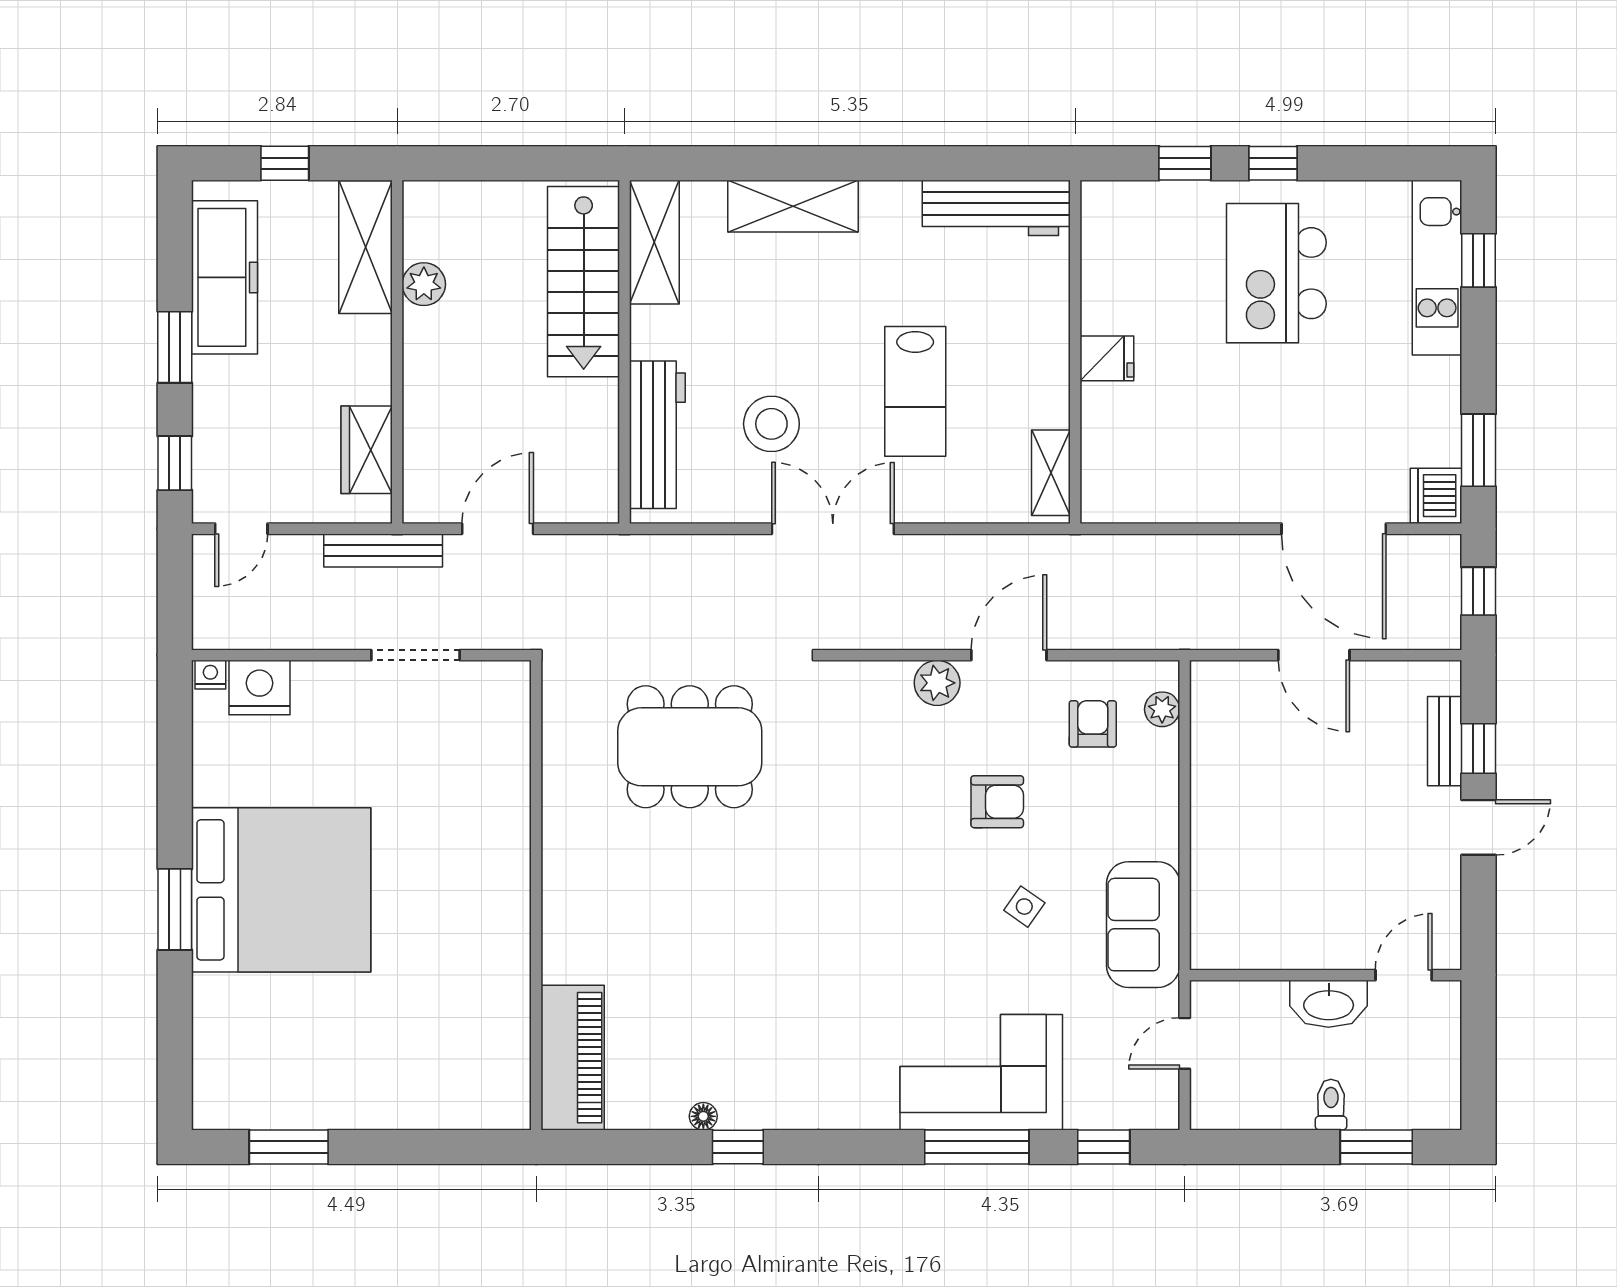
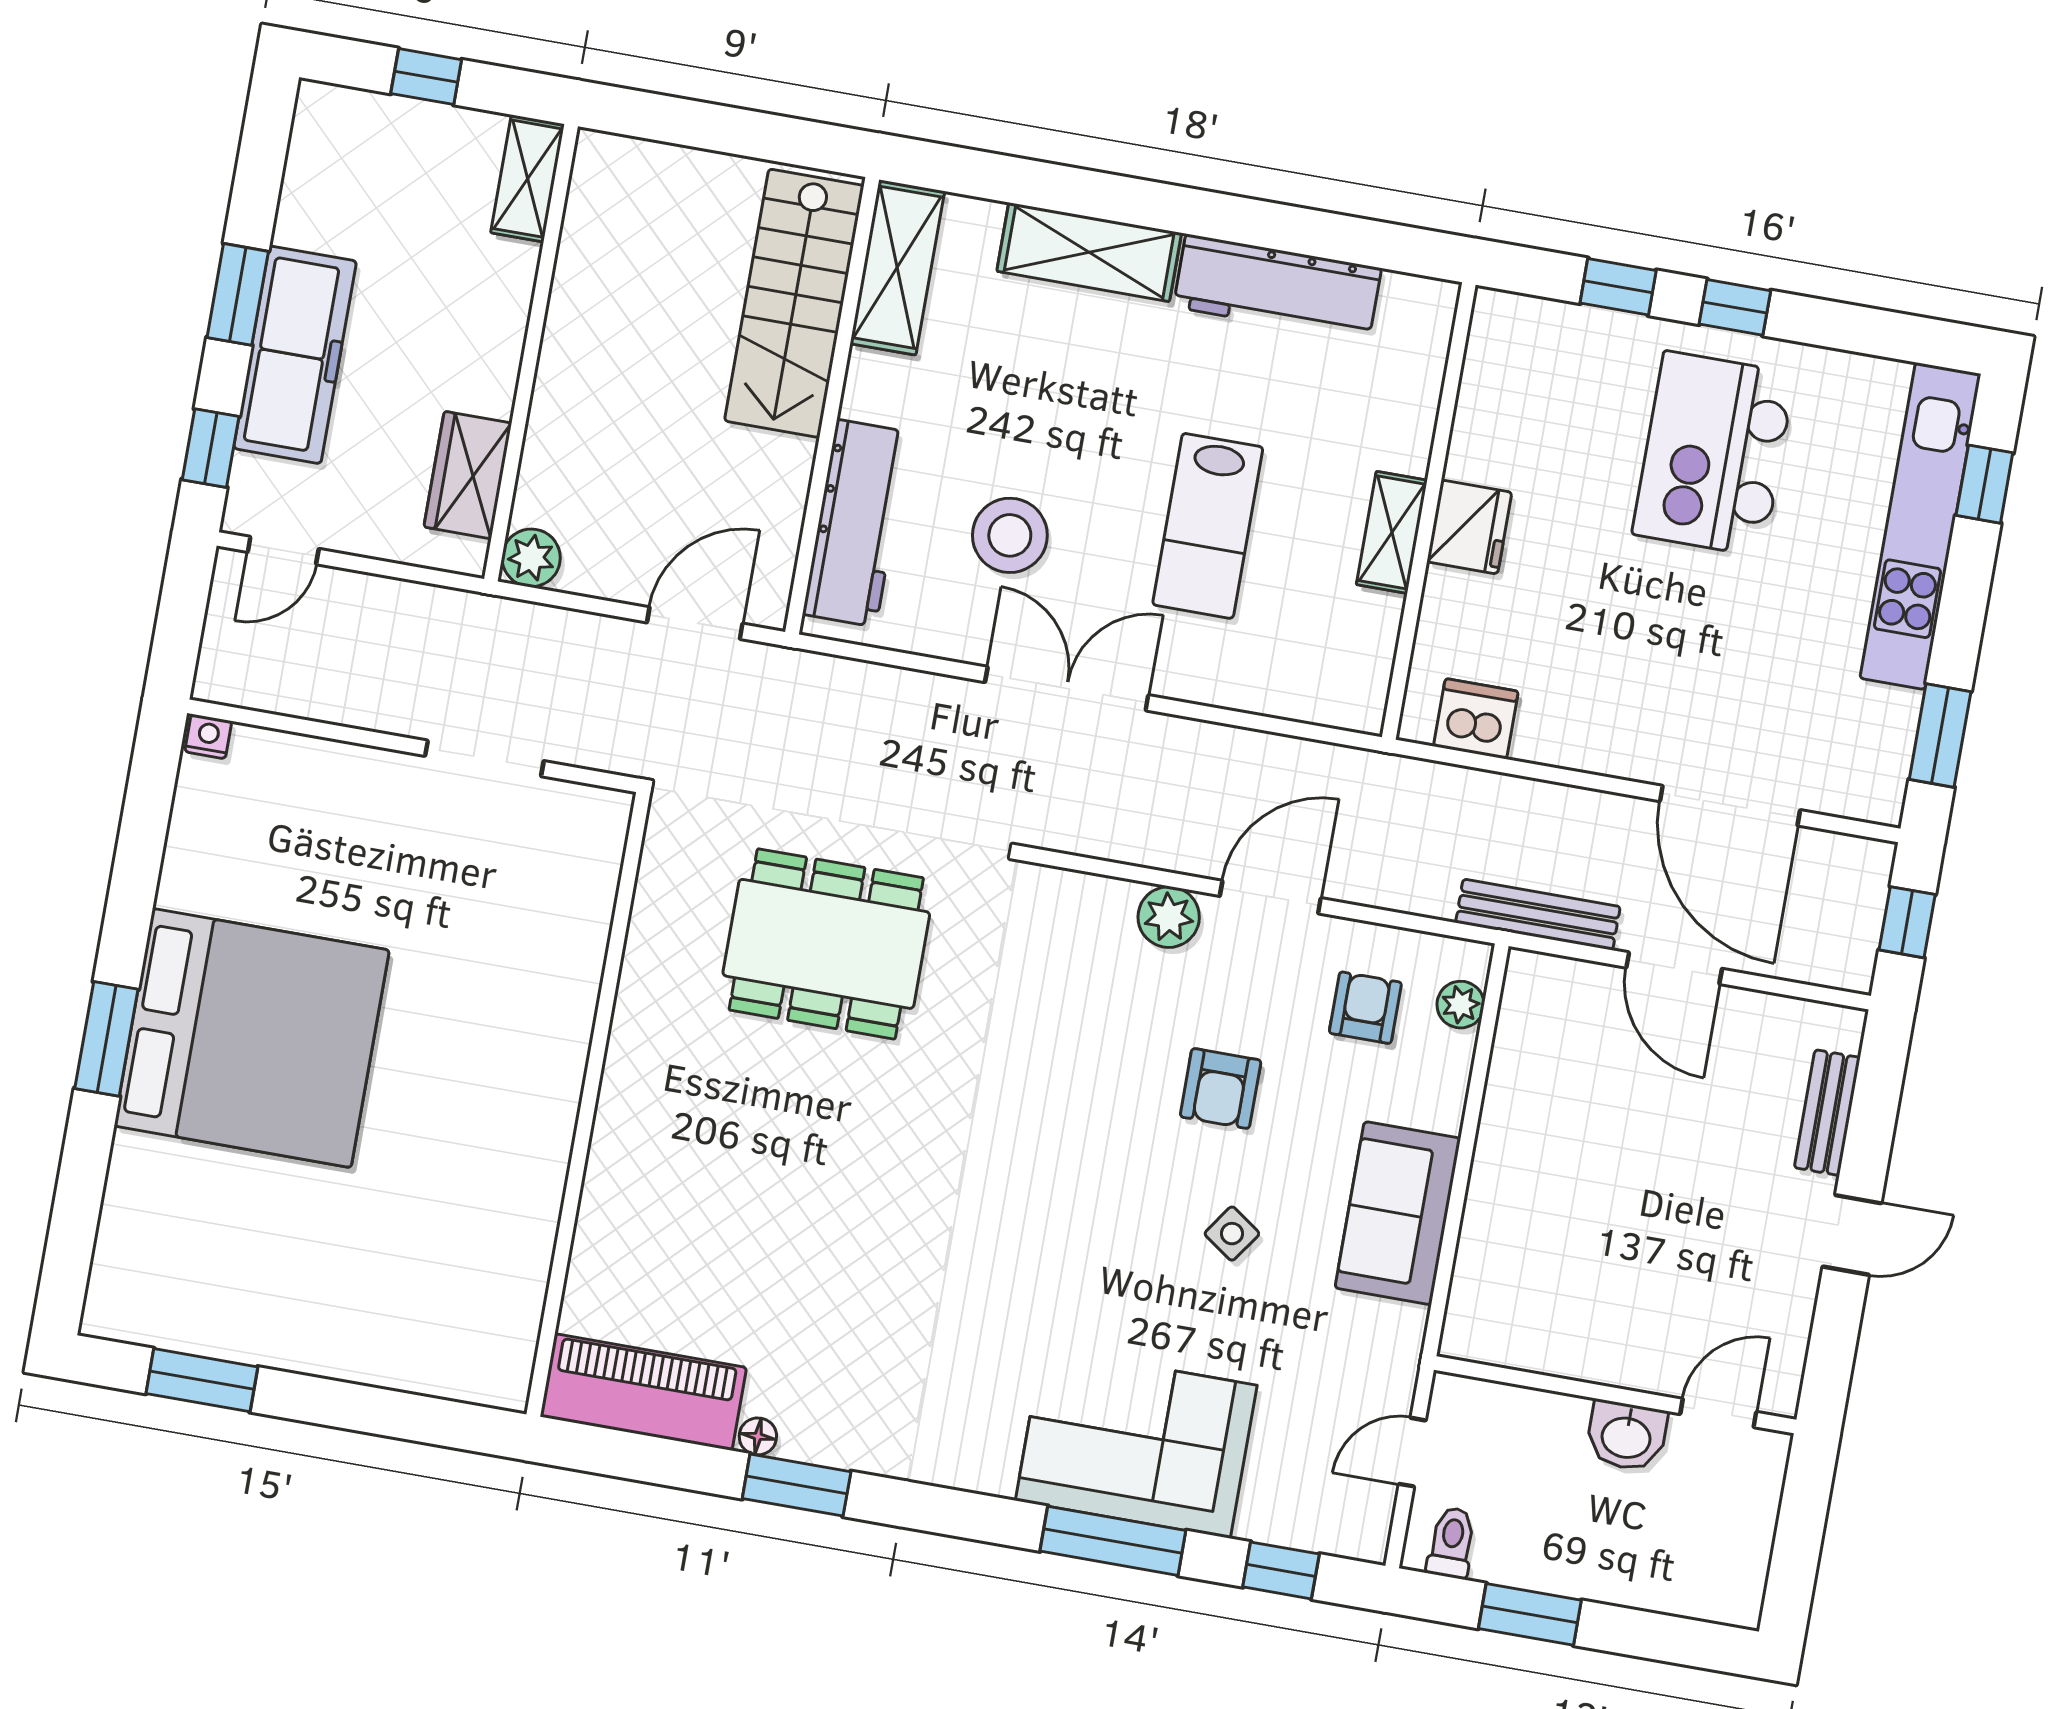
workbench: (996, 208) -> (1277, 288), moved
shelving: (365, 247) -> (528, 179), width x0.67, depth x0.75
kitchen unit: (1437, 268) -> (1920, 526), width x1.36
freezer: (225, 277) -> (295, 355), moved
plant: (424, 284) -> (531, 558), moved
fridge: (1107, 358) -> (1469, 527), width x1.38
shelving: (1051, 473) -> (1392, 532), moved
dishwasher: (1436, 496) -> (1476, 719), moved, turned 90
door: (498, 529) -> (695, 623), moved
bench: (383, 550) -> (1538, 915), moved
nightstand: (259, 687) -> (270, 765), removed
window: (1479, 749) -> (1870, 1130), removed
armchair: (997, 802) -> (1221, 1088), turned 90
sofa: (1143, 925) -> (1398, 1213), moved
washbasin: (1329, 1004) -> (1626, 1436), width x0.72
piano: (573, 1058) -> (643, 1392), moved, turned -90
toilet: (1331, 1105) -> (1451, 1543), moved
window: (738, 1147) -> (797, 1485), width x1.50
window: (1376, 1147) -> (1530, 1614), moved

